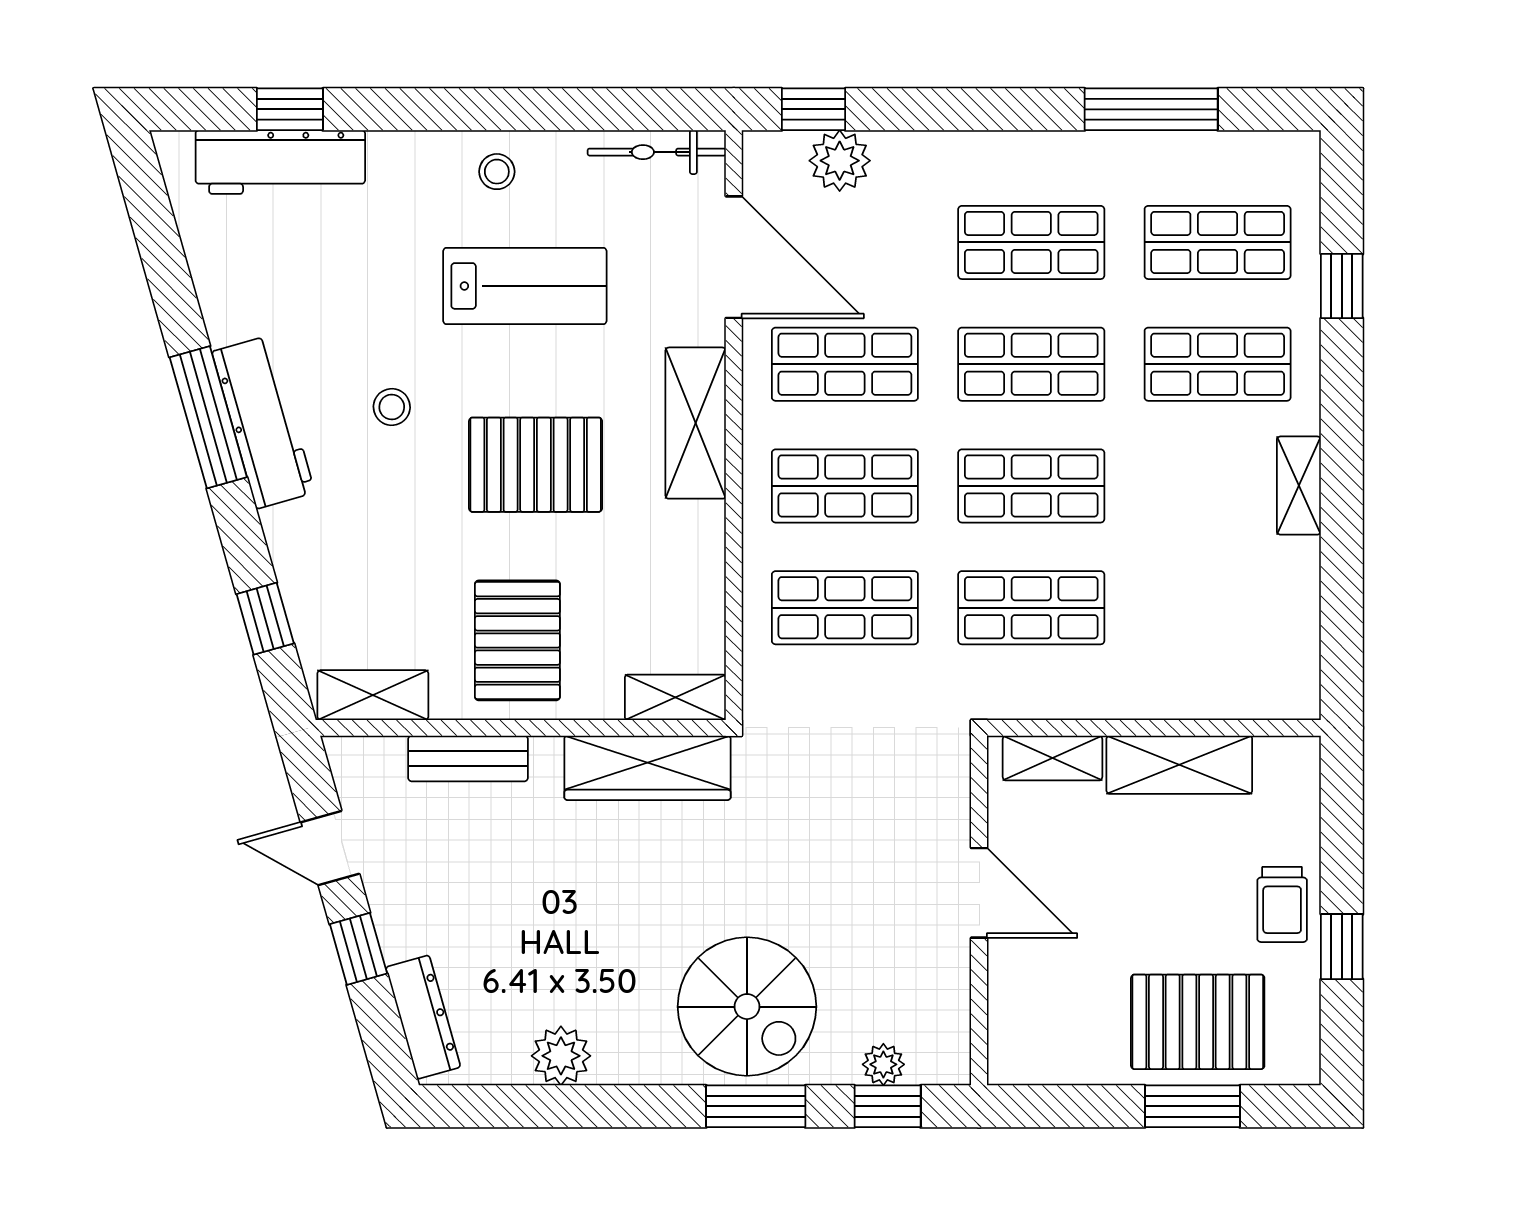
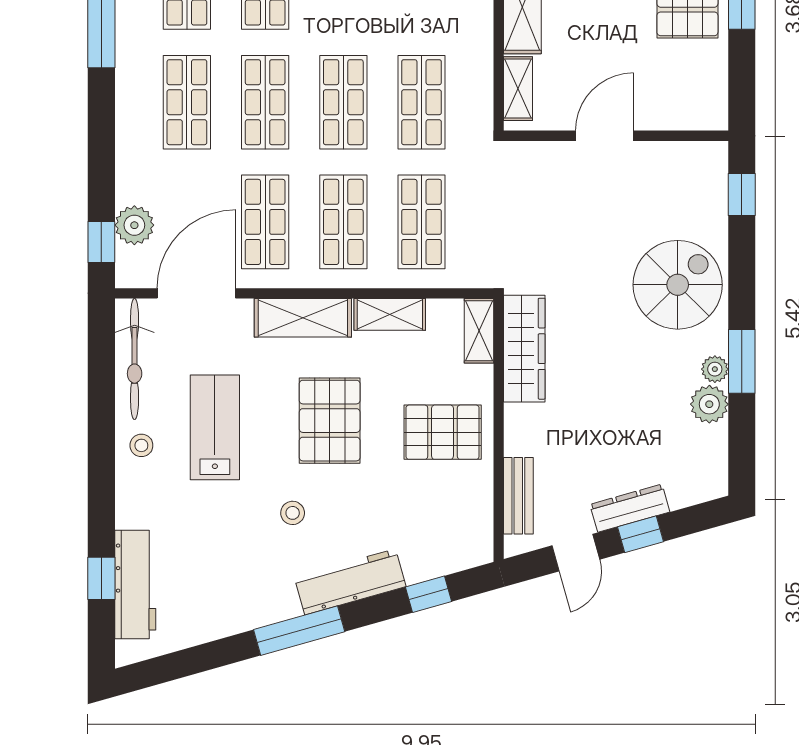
bicycle: (657, 152) -> (135, 359), width x1.37, depth x1.40
workbench: (263, 422) -> (350, 582), moved
shelving: (373, 695) -> (390, 314), moved, turned 90
bench: (468, 759) -> (518, 496), moved
dresser: (423, 1017) -> (630, 508), moved
plant: (883, 1064) -> (715, 369), moved
window: (756, 1106) -> (742, 361), moved

